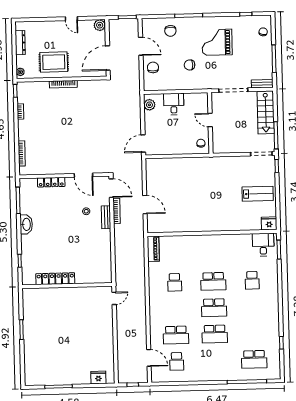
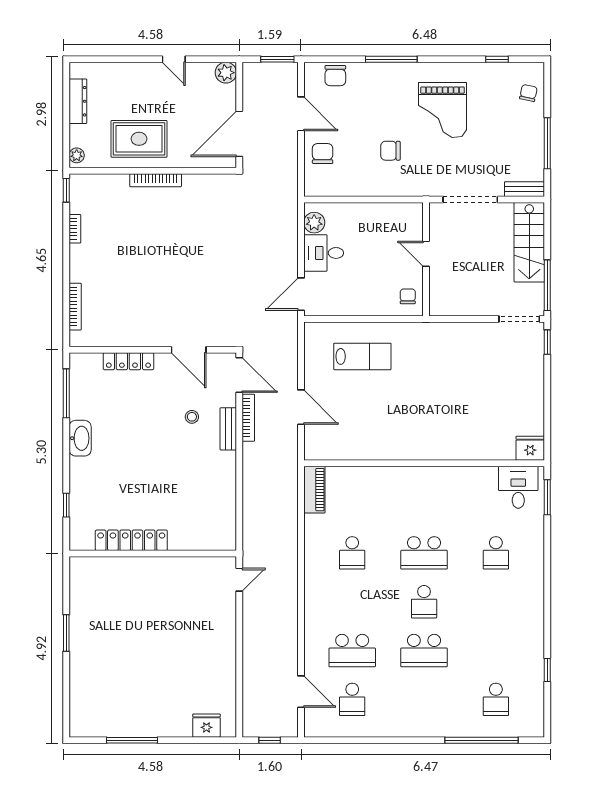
chair: (170, 31) -> (335, 76), moved
grand piano: (217, 42) -> (443, 110), turned -90
desk: (174, 104) -> (324, 253), moved, turned -90
lab bench: (258, 194) -> (362, 356), moved
school desk: (214, 308) -> (424, 602), width x0.54
school desk: (254, 359) -> (496, 699), width x0.54

